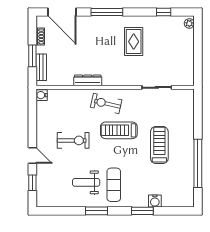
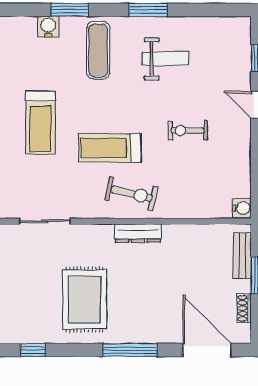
rug: (134, 42) -> (85, 300), width x1.36, depth x1.43
dresser: (88, 80) -> (138, 233), moved
treadmill: (119, 130) -> (110, 148), turned 180
exercise bike: (73, 140) -> (188, 131), width x0.73, depth x0.72
exercise mat: (114, 185) -> (98, 50), moved

